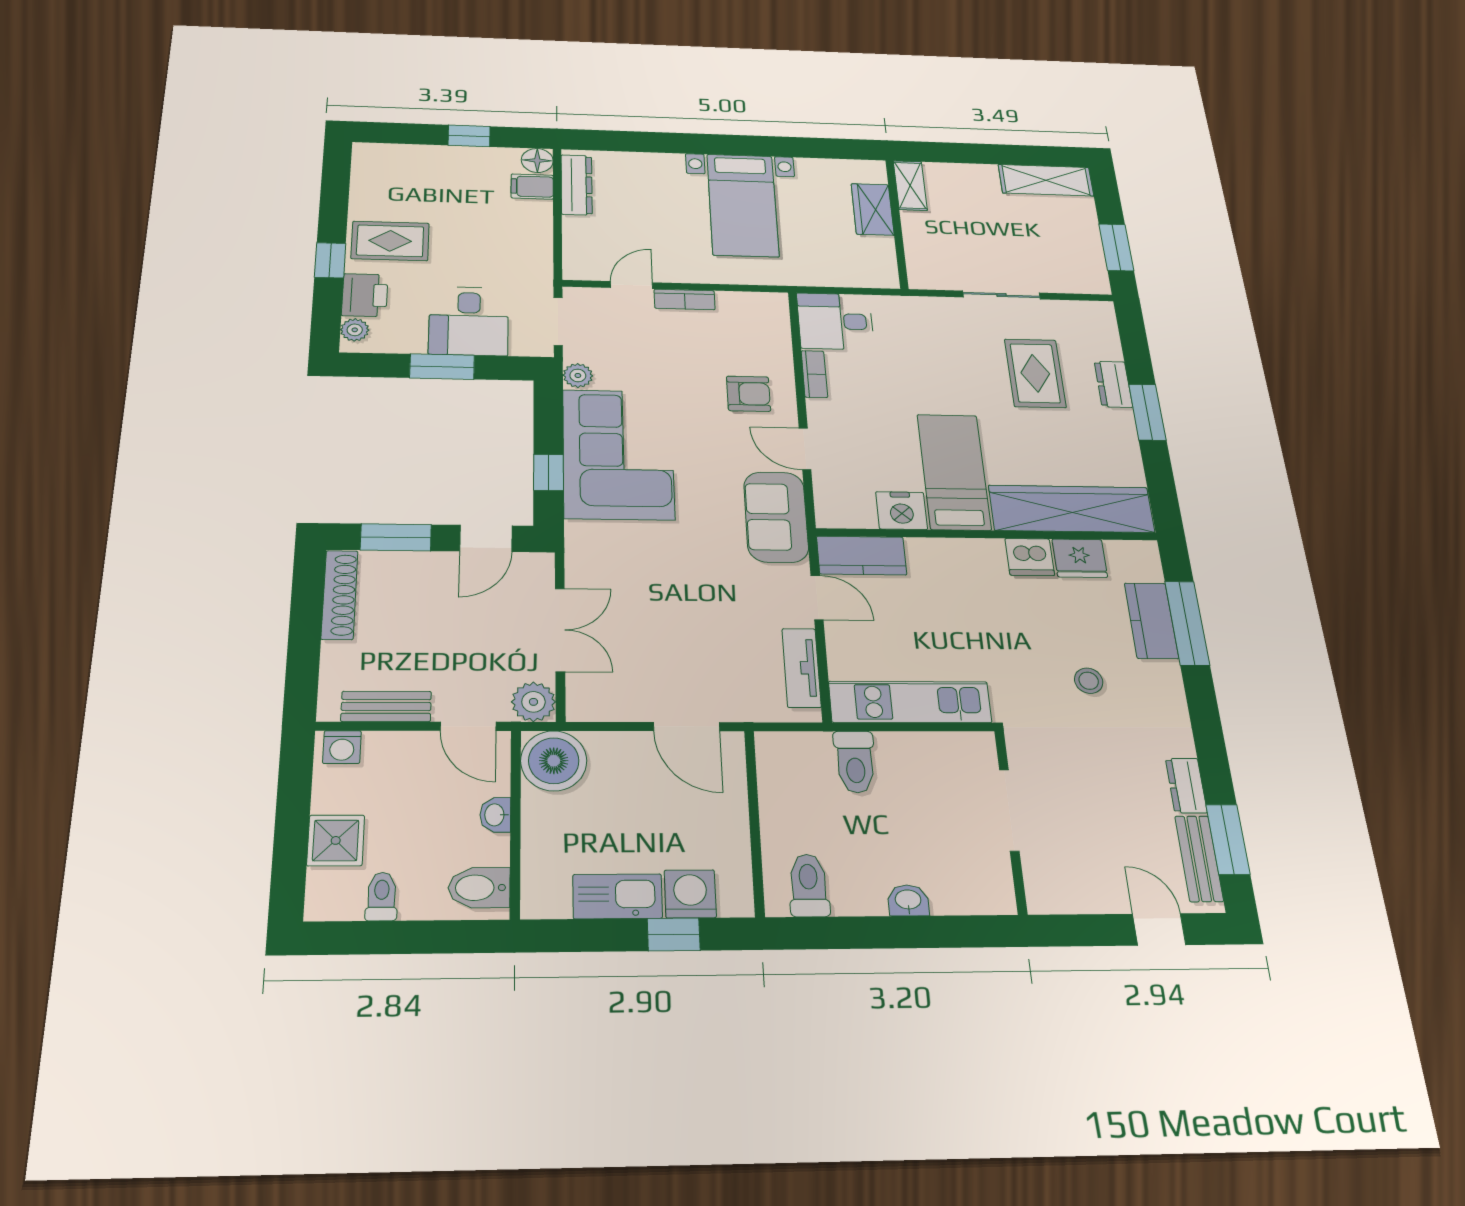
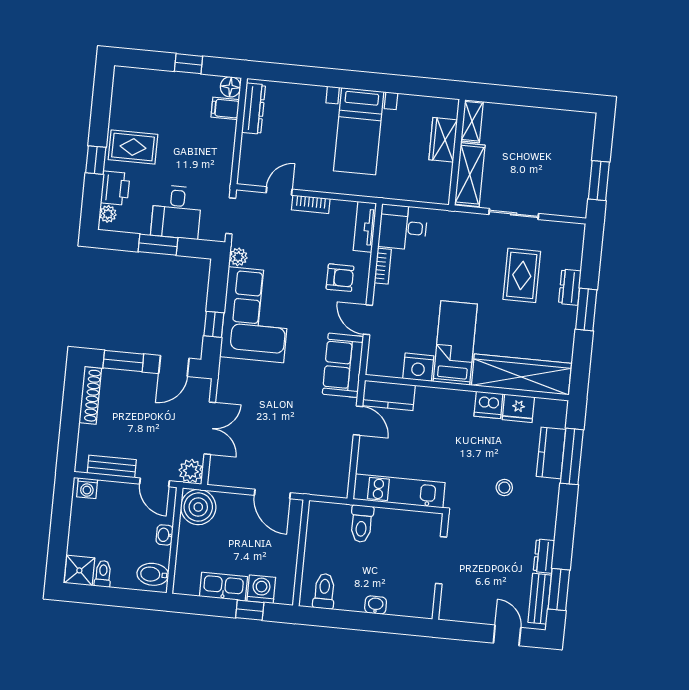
shelving: (1046, 180) -> (470, 175), moved, turned 90
tv unit: (802, 668) -> (365, 227), moved
shower: (336, 840) -> (79, 570), moved

